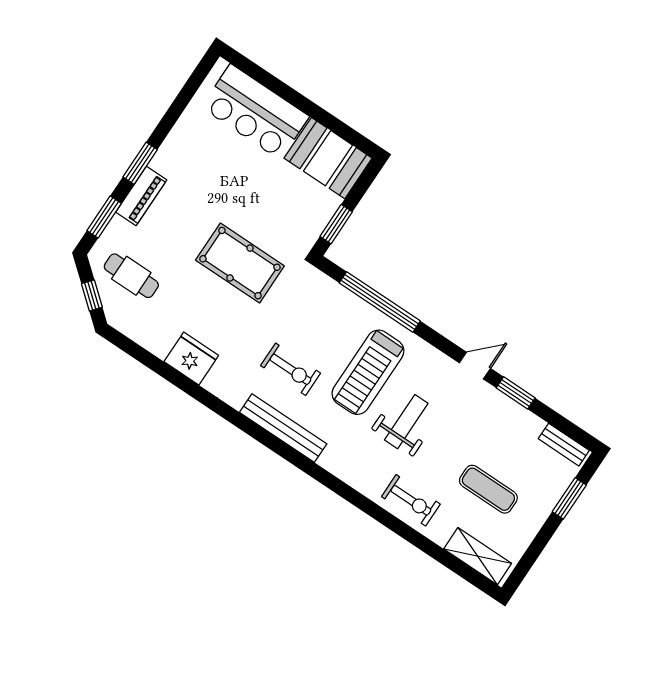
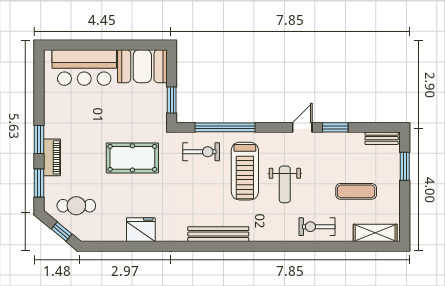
exercise bike: (291, 369) -> (201, 152), moved
weight bench: (406, 422) -> (285, 184), turned 180
exercise bike: (411, 500) -> (317, 227), turned 180

